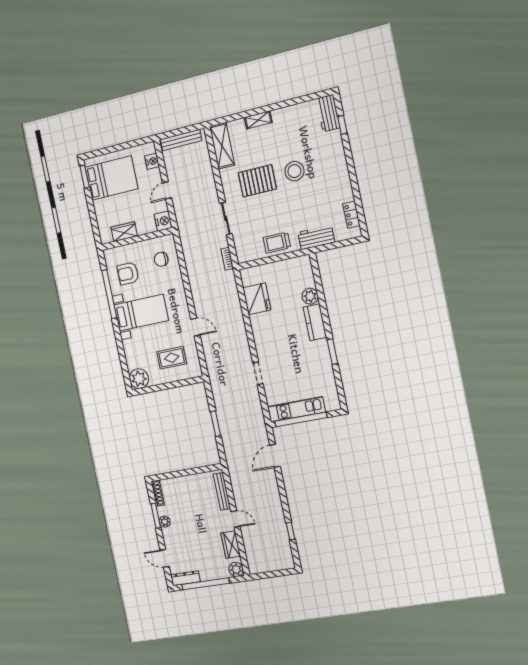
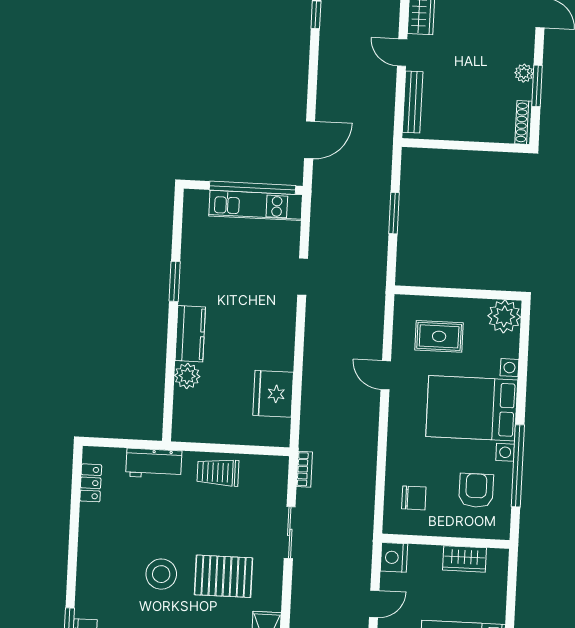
trolley: (277, 243) -> (218, 472), turned 180
armchair: (128, 273) -> (476, 490), turned -90
bed with nightstands: (141, 313) -> (472, 408), width x1.36

